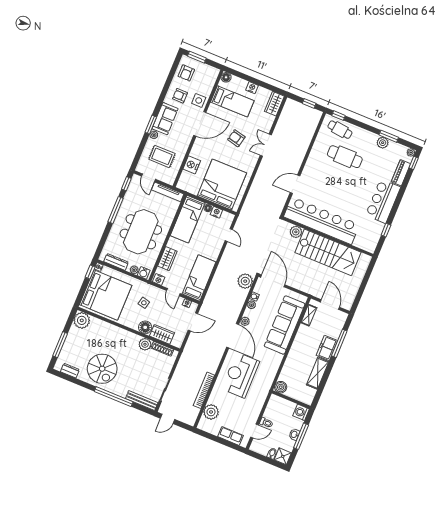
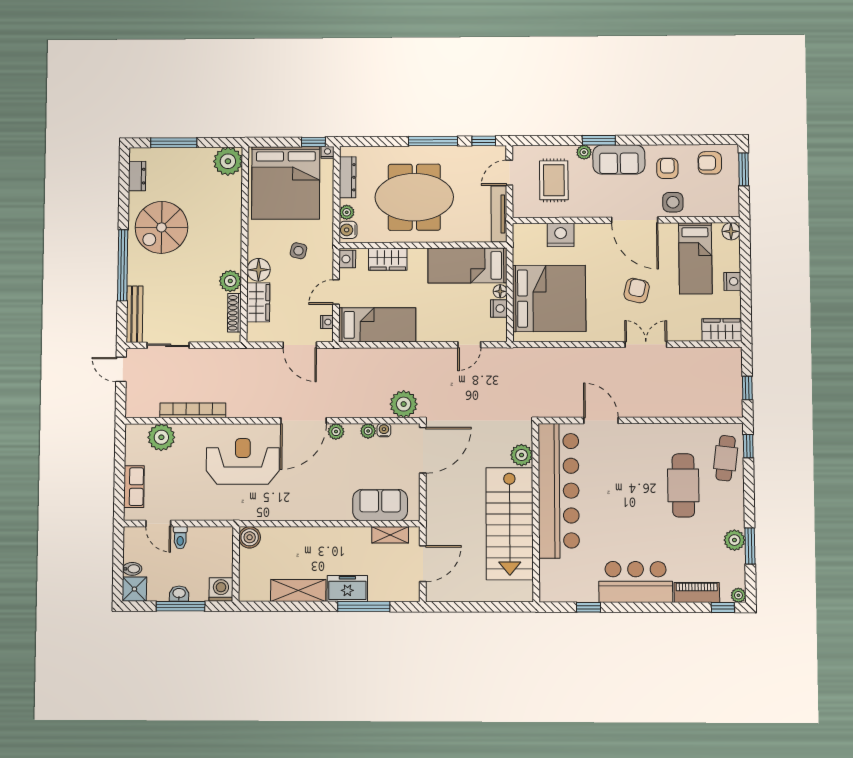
sofa: (285, 325) -> (380, 505), width x0.54, depth x0.79

